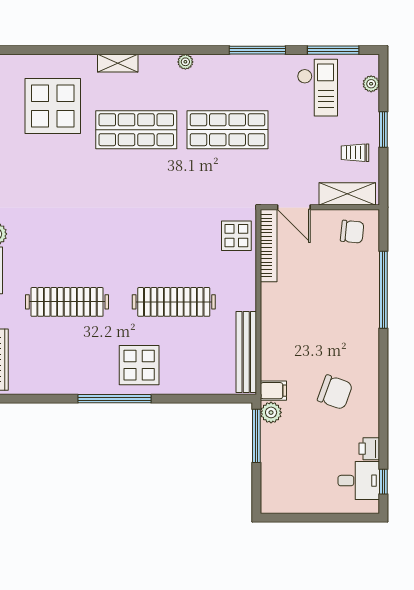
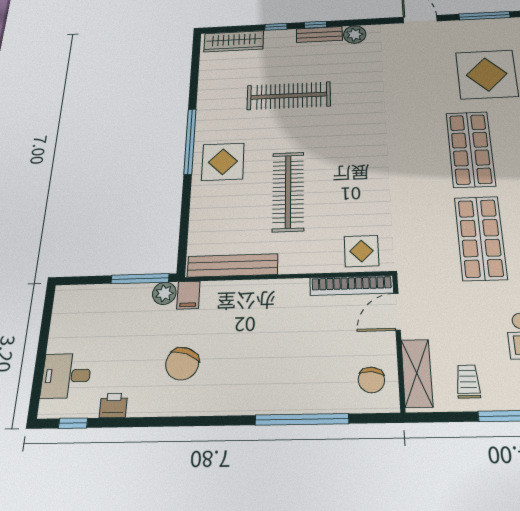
clothes rail: (67, 302) -> (289, 96), turned 90
desk: (359, 481) -> (66, 376), moved, turned 90

